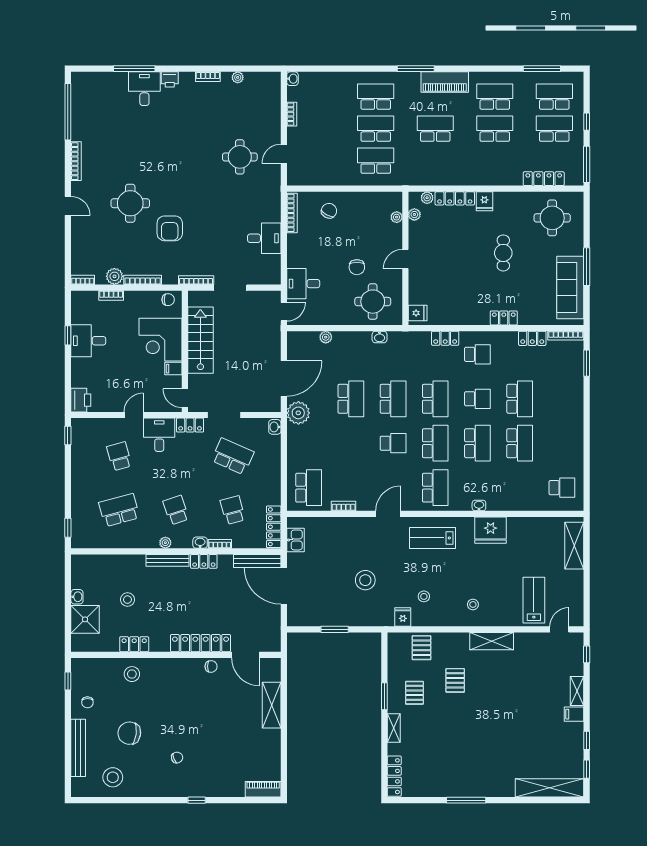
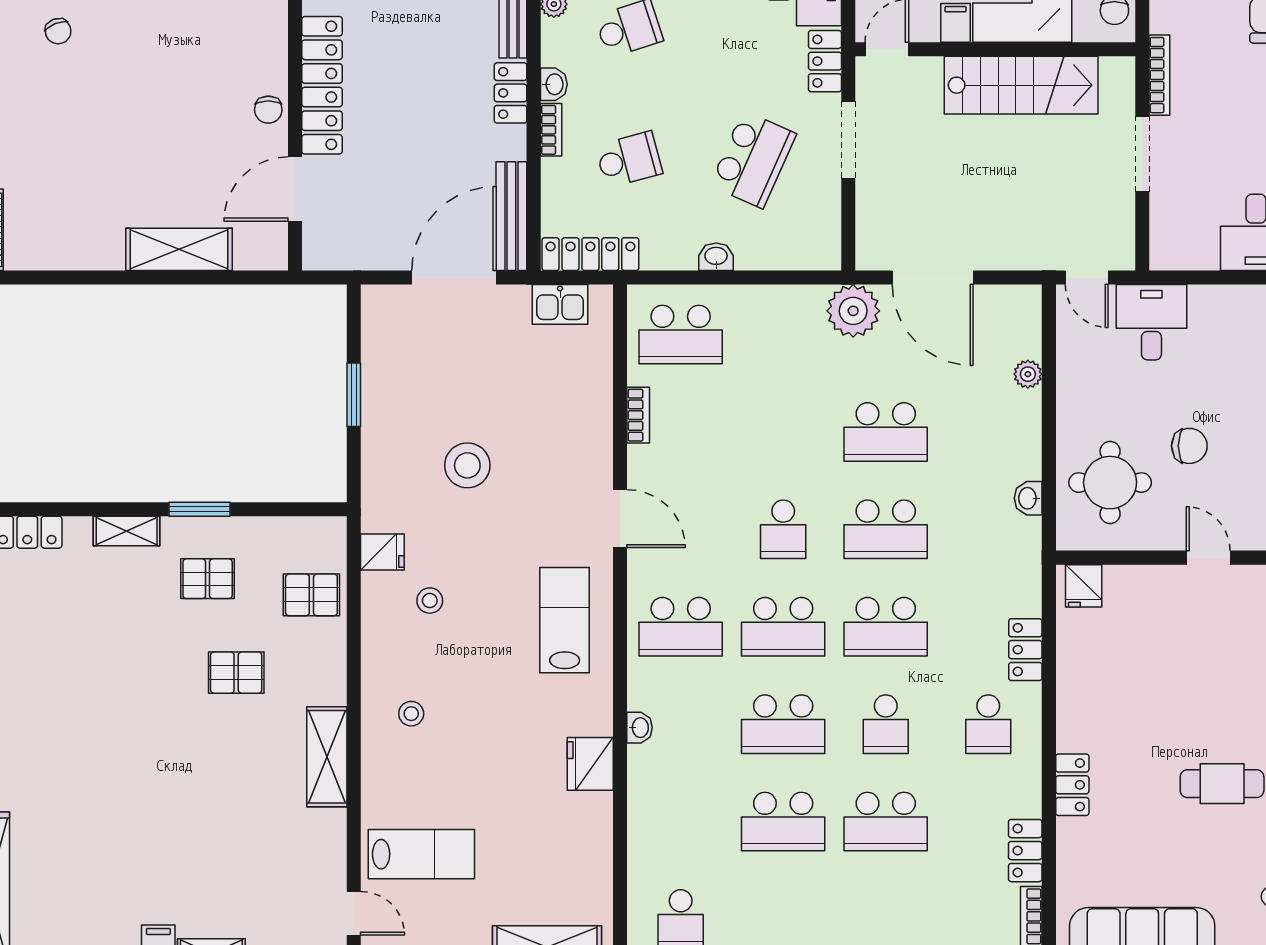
chair: (357, 267) -> (1189, 446), turned 180
washbasin: (275, 427) -> (716, 257), moved
fridge: (491, 530) -> (590, 764), width x0.73, depth x0.75

